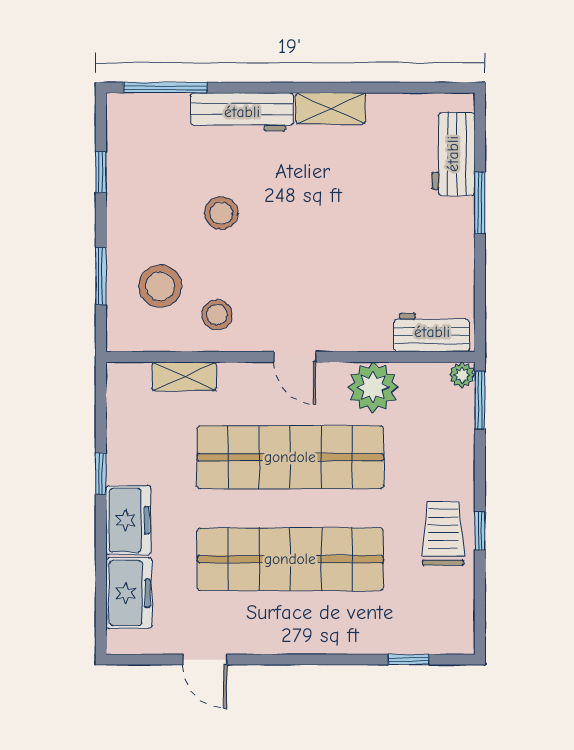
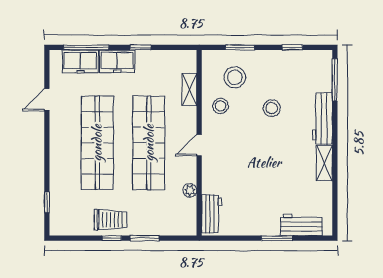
plant: (462, 375) -> (190, 229), removed
plant: (373, 387) -> (190, 190), width x0.53, depth x0.53
window: (480, 400) -> (145, 238), moved
window: (101, 581) -> (86, 47), added

